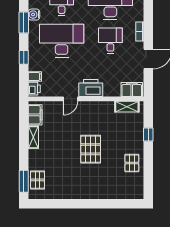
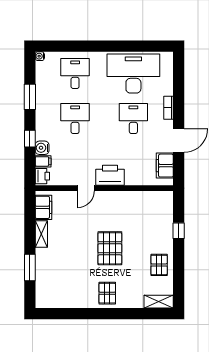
water cooler: (34, 15) -> (42, 148), moved
desk: (62, 41) -> (75, 119), width x0.53, depth x0.77
filing cabinet: (132, 89) -> (165, 166), moved, turned -90
shelving: (127, 107) -> (159, 302), moved
pallet: (37, 180) -> (107, 293), moved
window: (24, 181) -> (30, 268), moved

